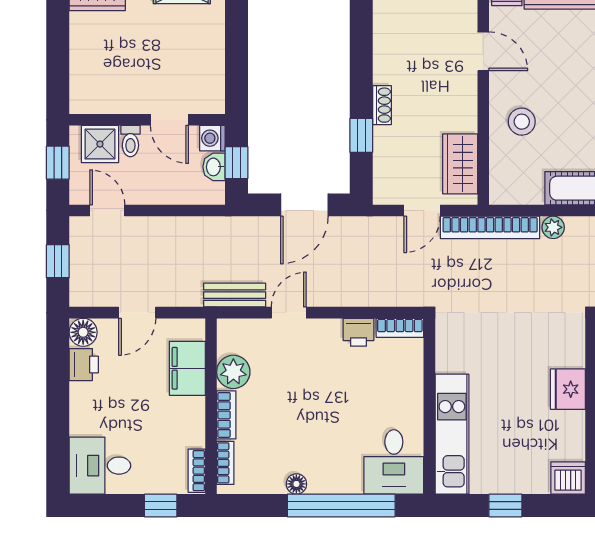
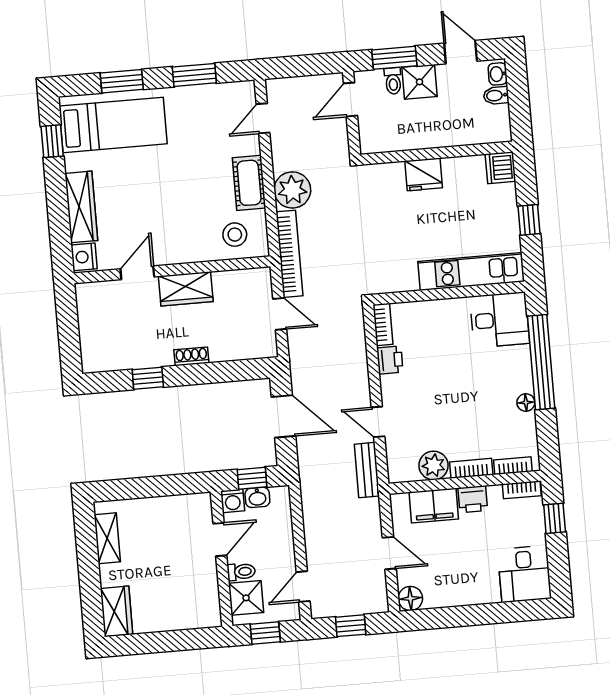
stool: (522, 122) -> (235, 235), moved
window: (361, 135) -> (148, 378), moved
wardrobe: (460, 164) -> (186, 289), moved
plant: (553, 227) -> (292, 190), width x1.88, depth x1.88
printer: (84, 365) -> (473, 499), moved, turned 180

